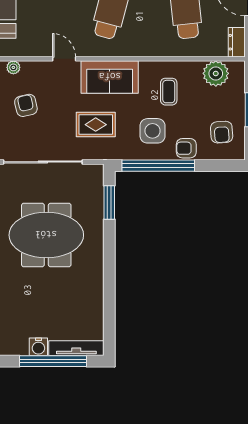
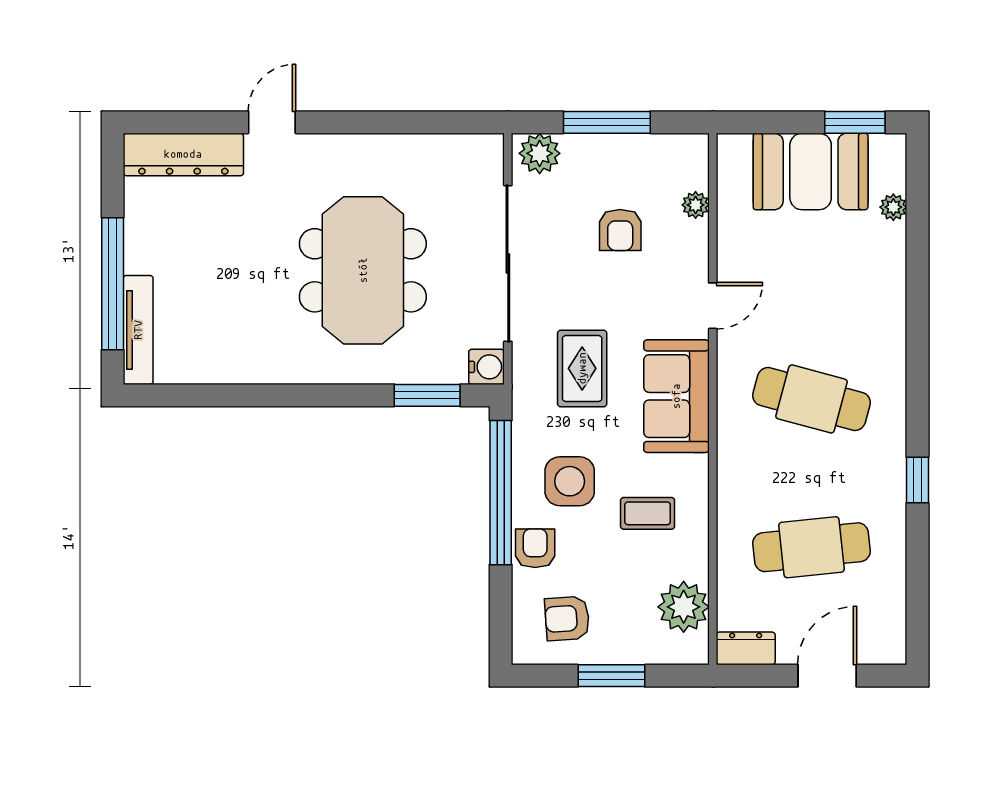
armchair: (26, 105) -> (620, 230), turned 103
water cooler: (38, 347) -> (487, 367), moved, turned 180

